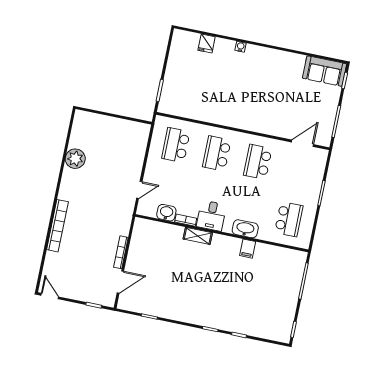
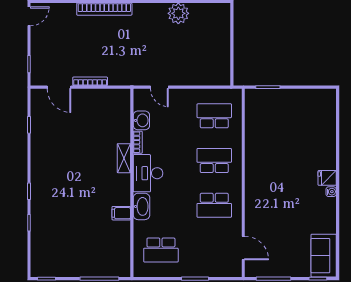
fridge: (207, 43) -> (327, 178), moved
water cooler: (241, 47) -> (331, 192), moved
school desk: (258, 162) -> (214, 205), turned 180
desk: (211, 216) -> (148, 173), width x1.37

